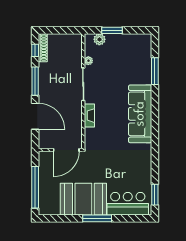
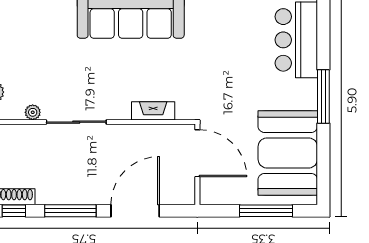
fireplace: (89, 116) -> (153, 111), moved
window: (35, 187) -> (266, 211), width x0.68
booth: (83, 199) -> (288, 153), moved

